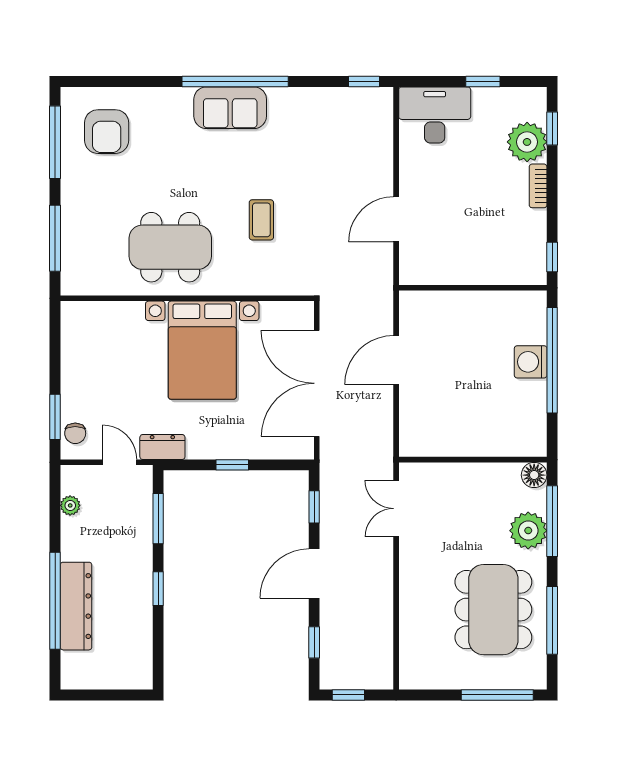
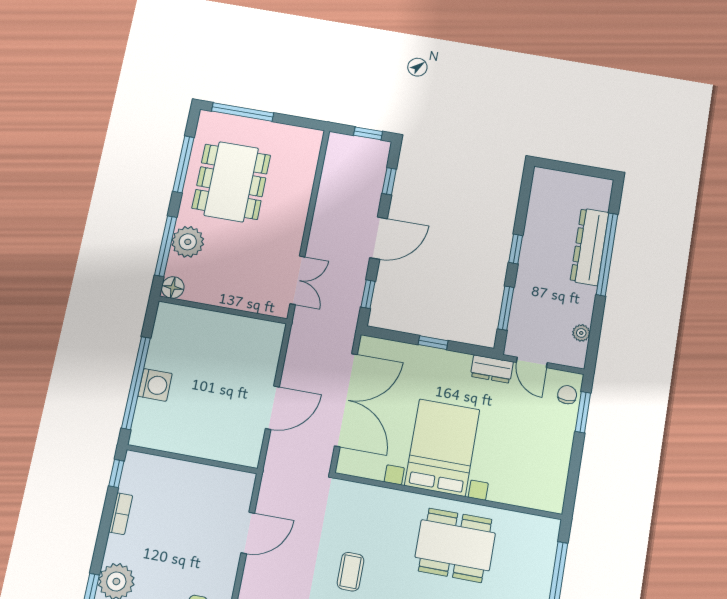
bookcase: (538, 186) -> (121, 514), moved
coffee table: (261, 220) -> (350, 572), moved

